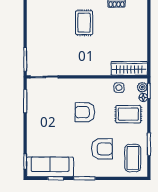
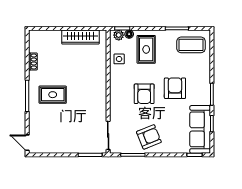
wardrobe: (129, 68) -> (80, 37), moved, turned -90
armchair: (43, 117) -> (149, 137), added
armchair: (102, 149) -> (175, 88), moved

